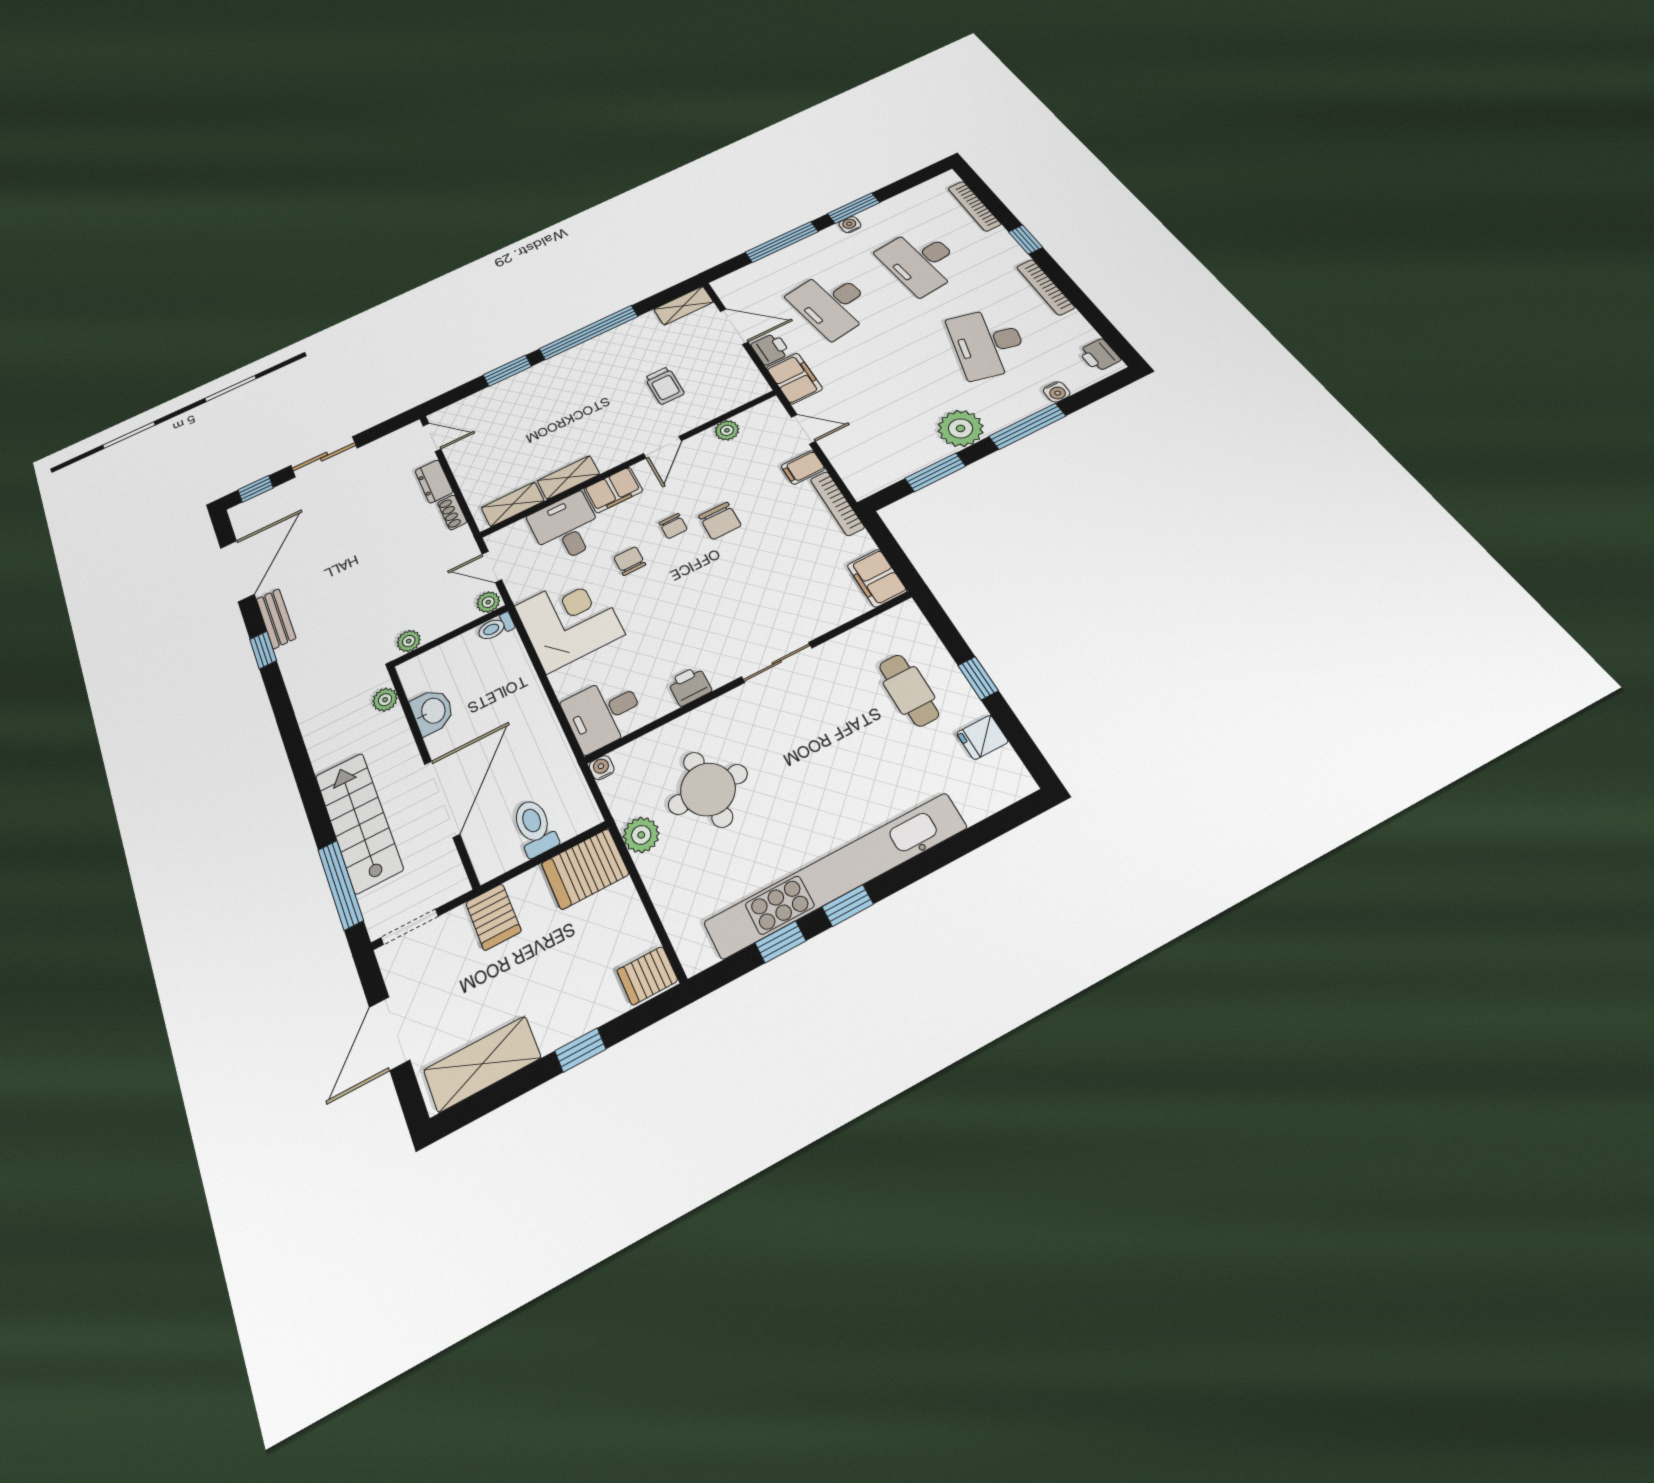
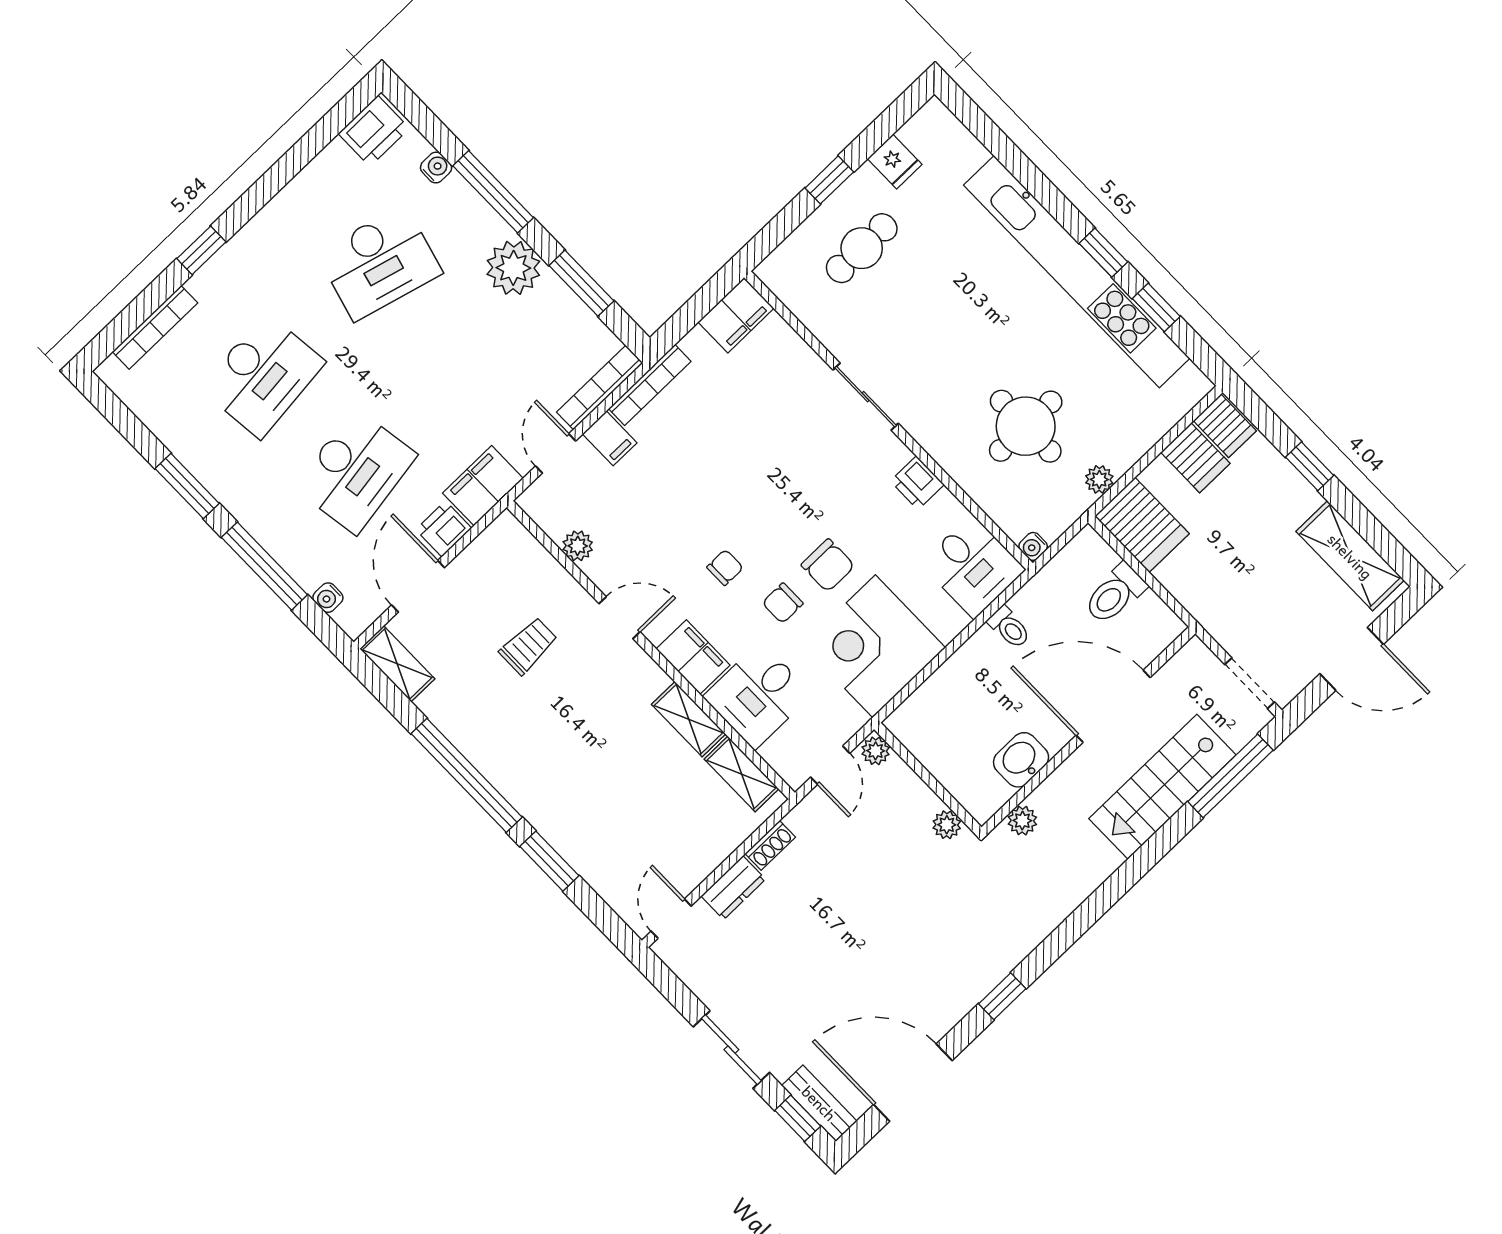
water cooler: (850, 225) -> (328, 598), moved
bookcase: (1045, 287) -> (600, 387), moved, turned 180
printer: (1099, 355) -> (374, 131), width x1.36, depth x1.24
chair: (720, 521) -> (828, 565), moved, turned 90
bench: (276, 619) -> (819, 1103), moved, turned 90
toilet: (496, 627) -> (1009, 627), moved
plant: (641, 835) -> (1099, 479), width x0.73, depth x0.73
server rack: (493, 917) -> (1195, 458), moved, turned 90

